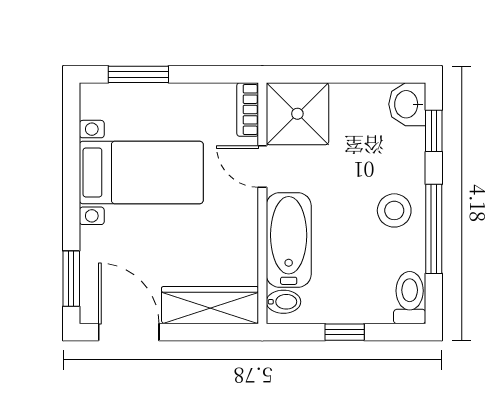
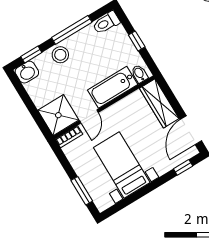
stool: (394, 210) -> (60, 55), moved
window: (71, 279) -> (183, 167), width x0.67

